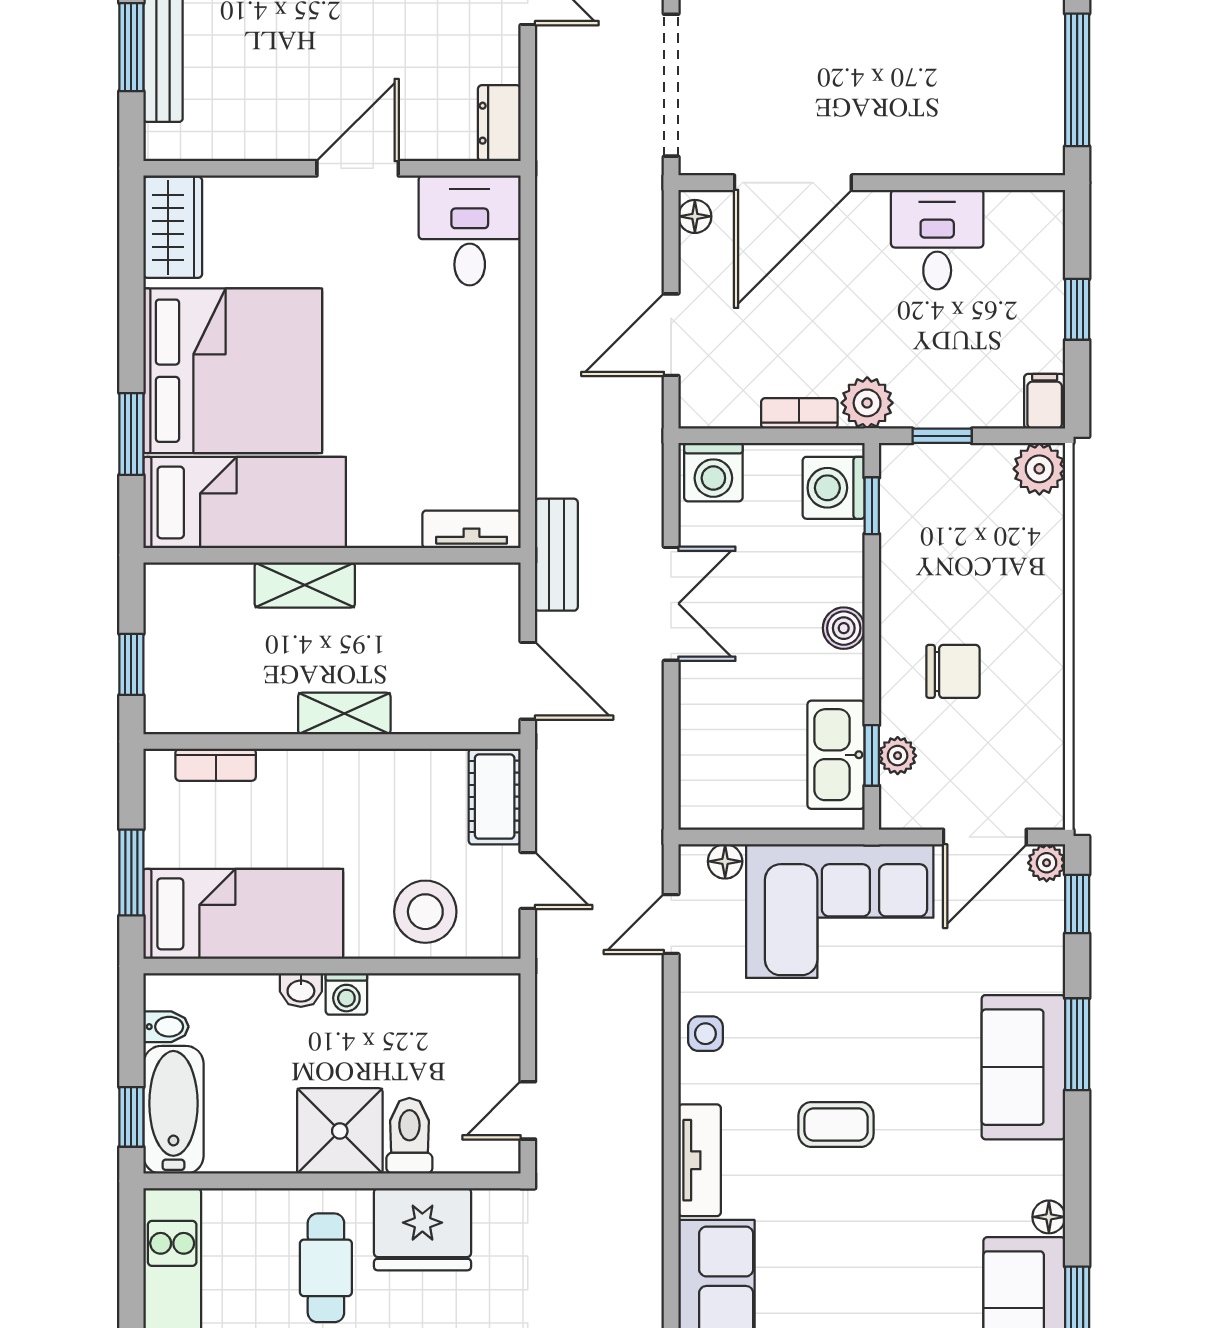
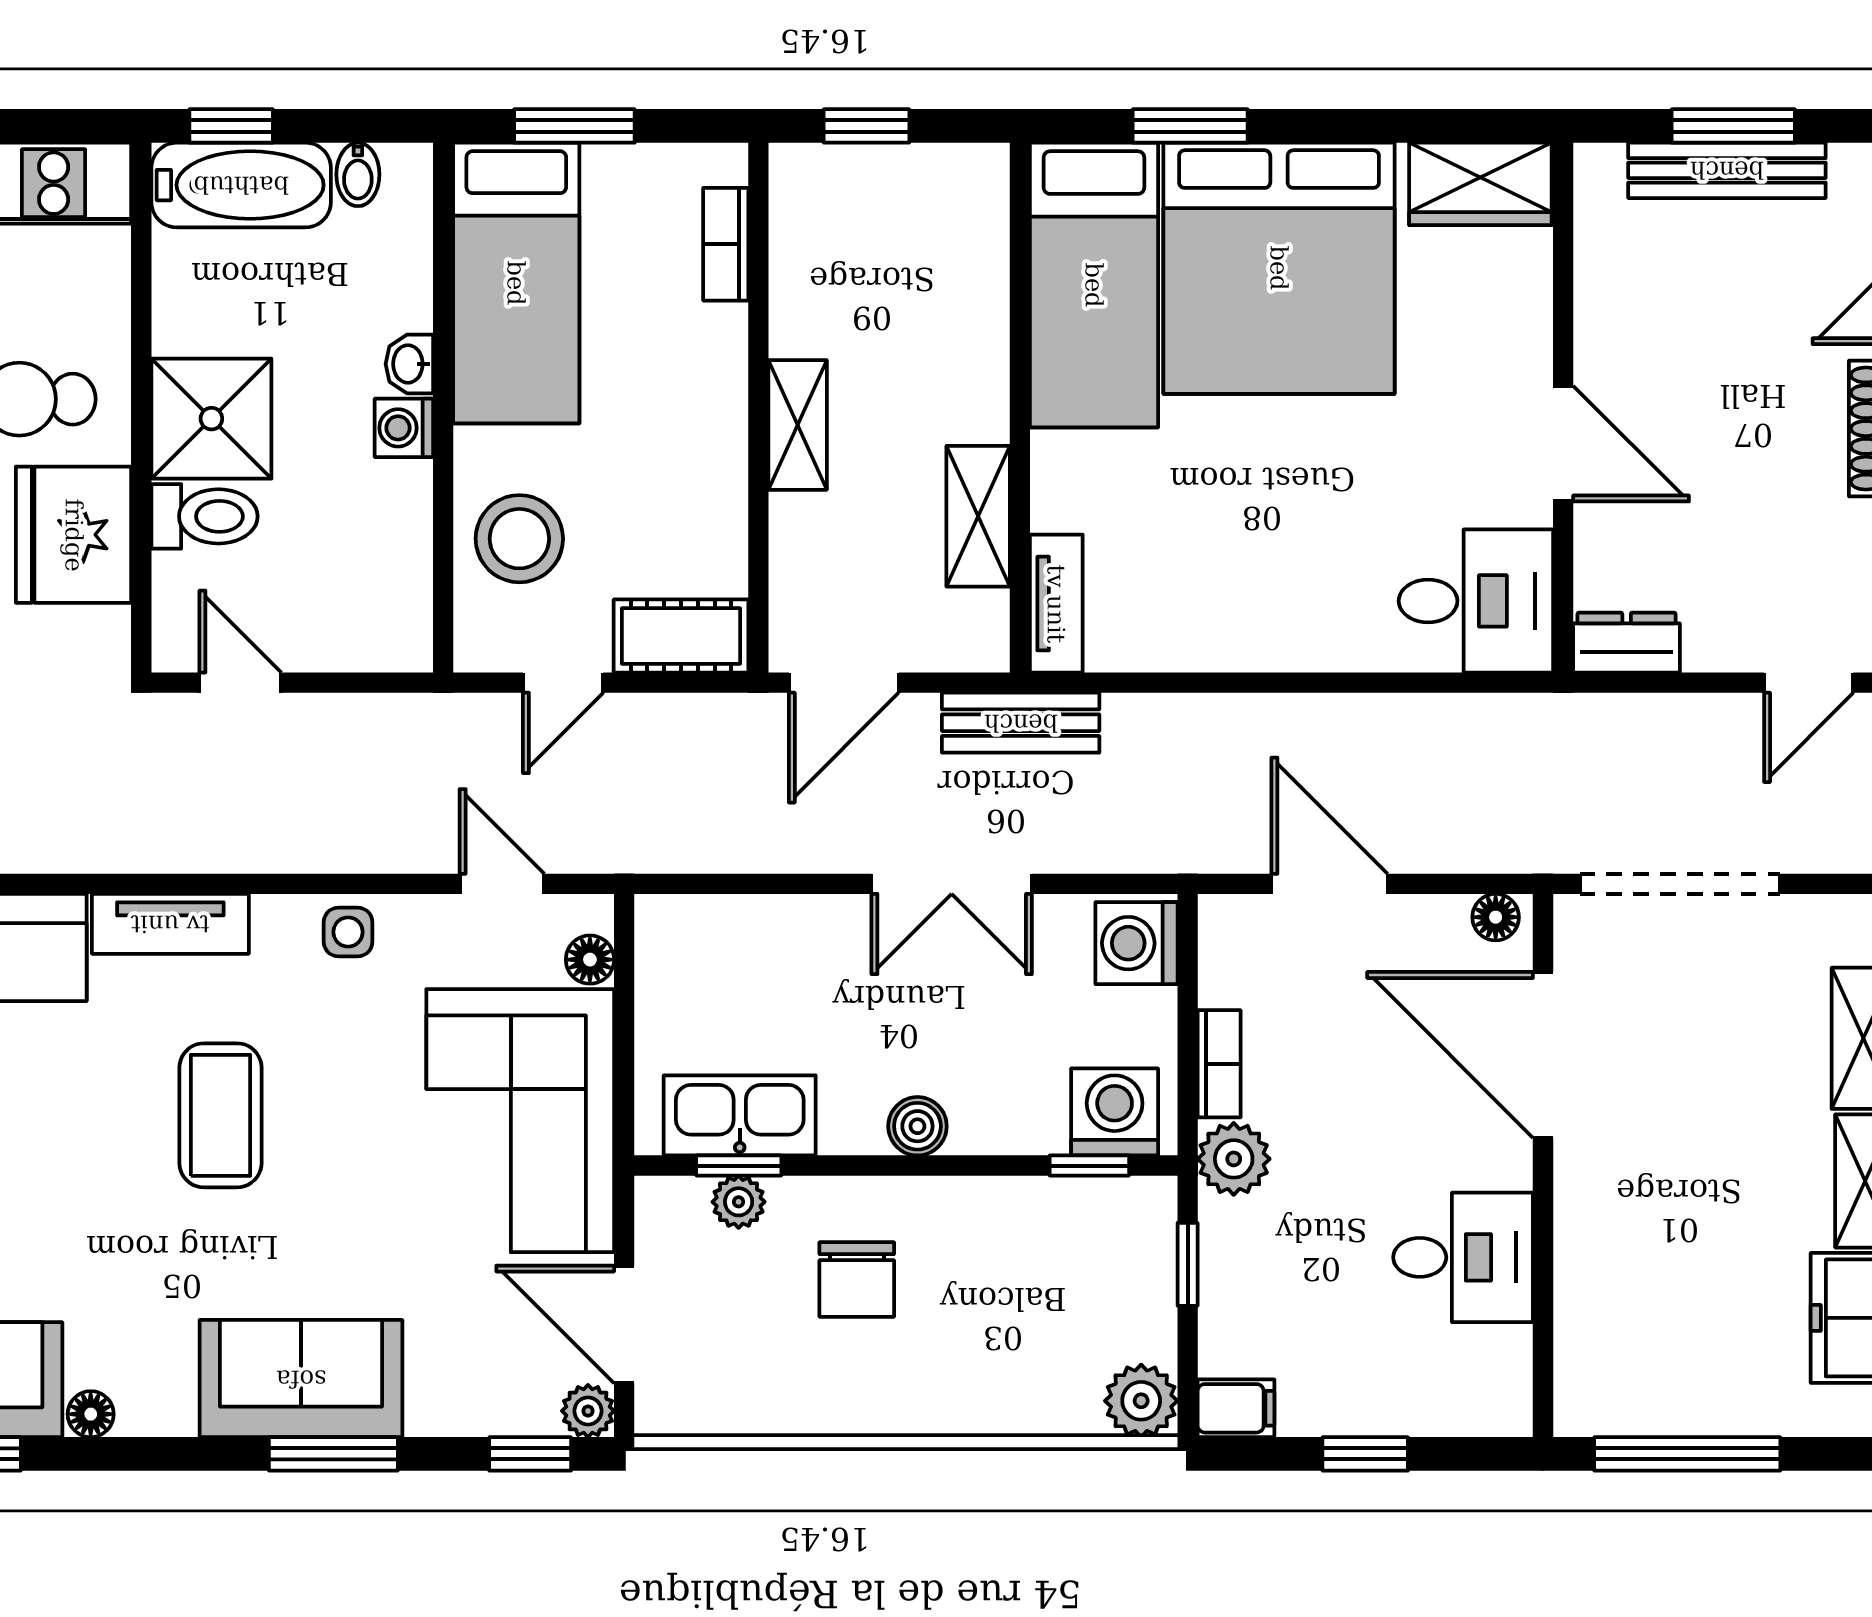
shelving: (305, 585) -> (978, 516), moved
coffee table: (836, 1125) -> (220, 1115), width x1.36, depth x1.30

